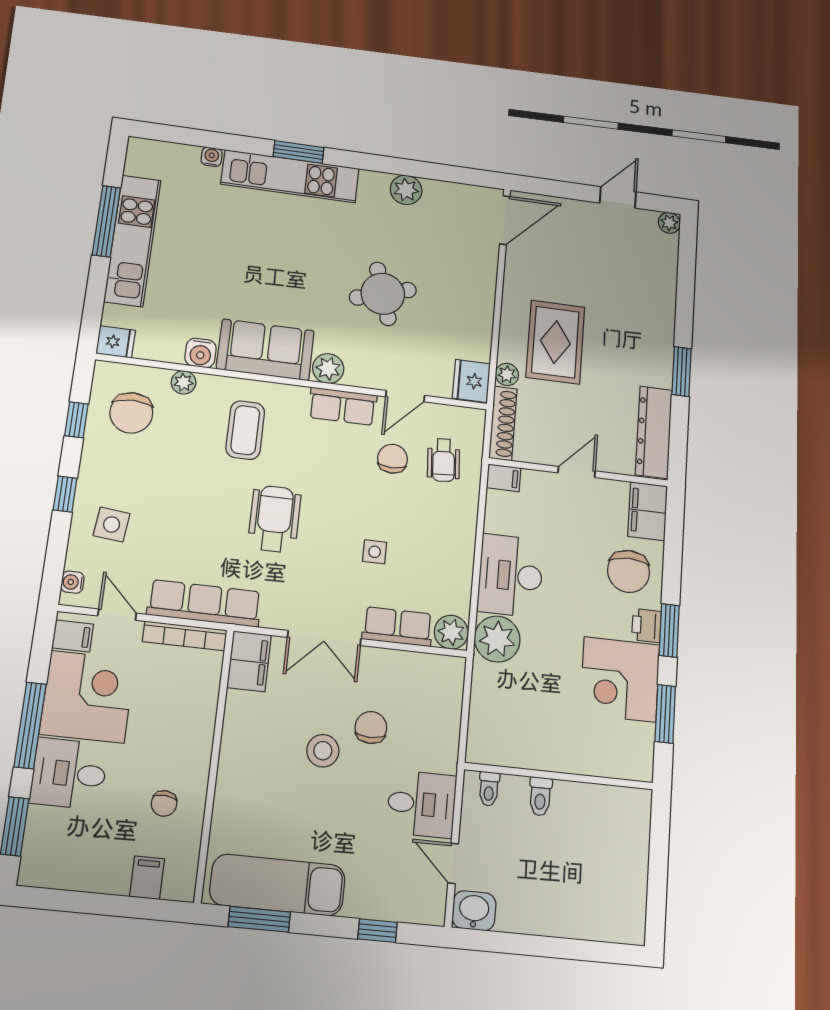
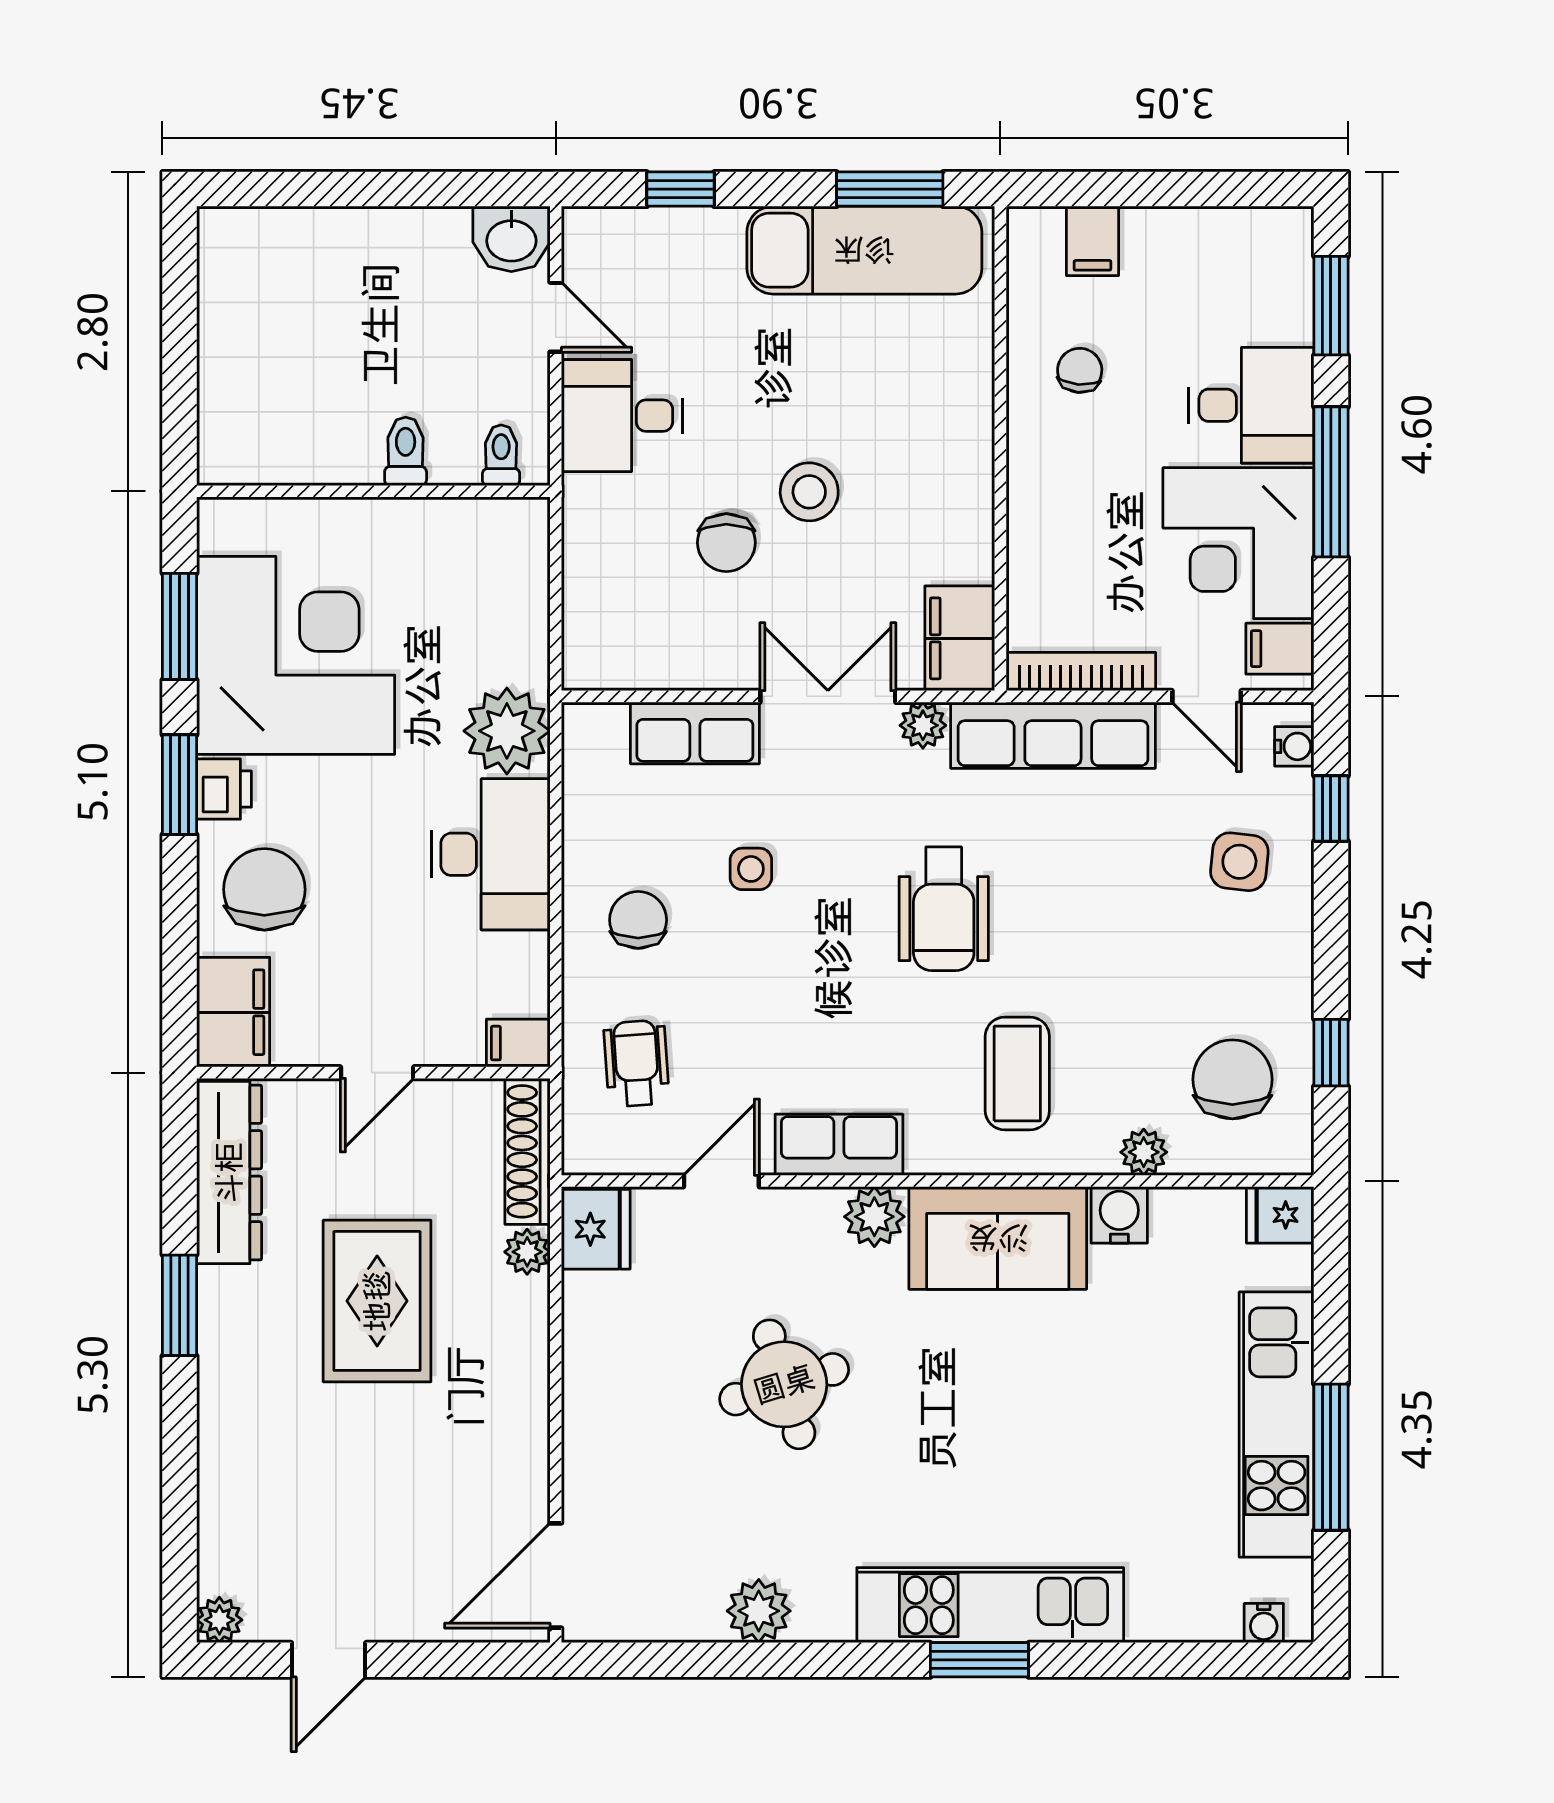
water cooler: (212, 157) -> (1264, 1623), moved
rug: (555, 342) -> (377, 1301), moved
chair: (393, 459) -> (638, 920), moved, turned 180
window: (65, 494) -> (1331, 809), moved
plant: (451, 632) -> (923, 725), moved, width x0.73, depth x0.73
corner desk: (620, 679) -> (296, 655), width x1.36, depth x1.36

